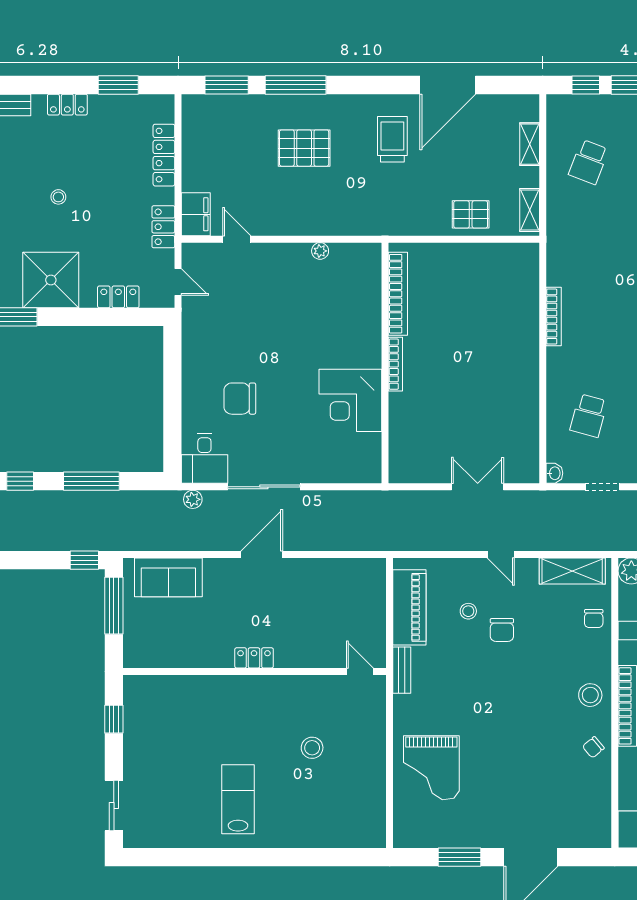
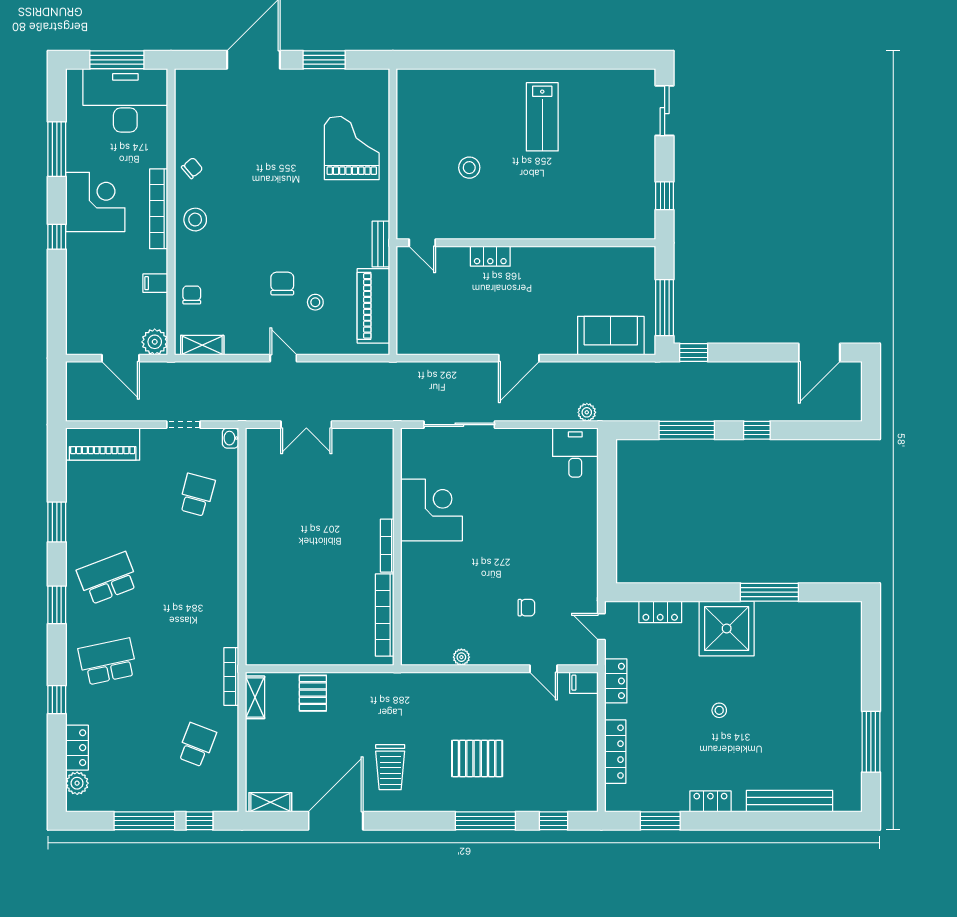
window: (227, 85) -> (553, 821), width x0.67
shelving: (530, 144) -> (270, 802), moved, turned 90
filing cabinet: (196, 214) -> (584, 683), width x0.50
pallet: (471, 214) -> (313, 693), turned 90
bookcase: (554, 317) -> (231, 677), moved
chair: (240, 399) -> (526, 608), moved, width x0.54, depth x0.54
sliding door: (264, 487) -> (459, 425), moved
shelving: (572, 571) -> (202, 345), width x0.67, depth x0.75
locker: (254, 658) -> (490, 256), moved

